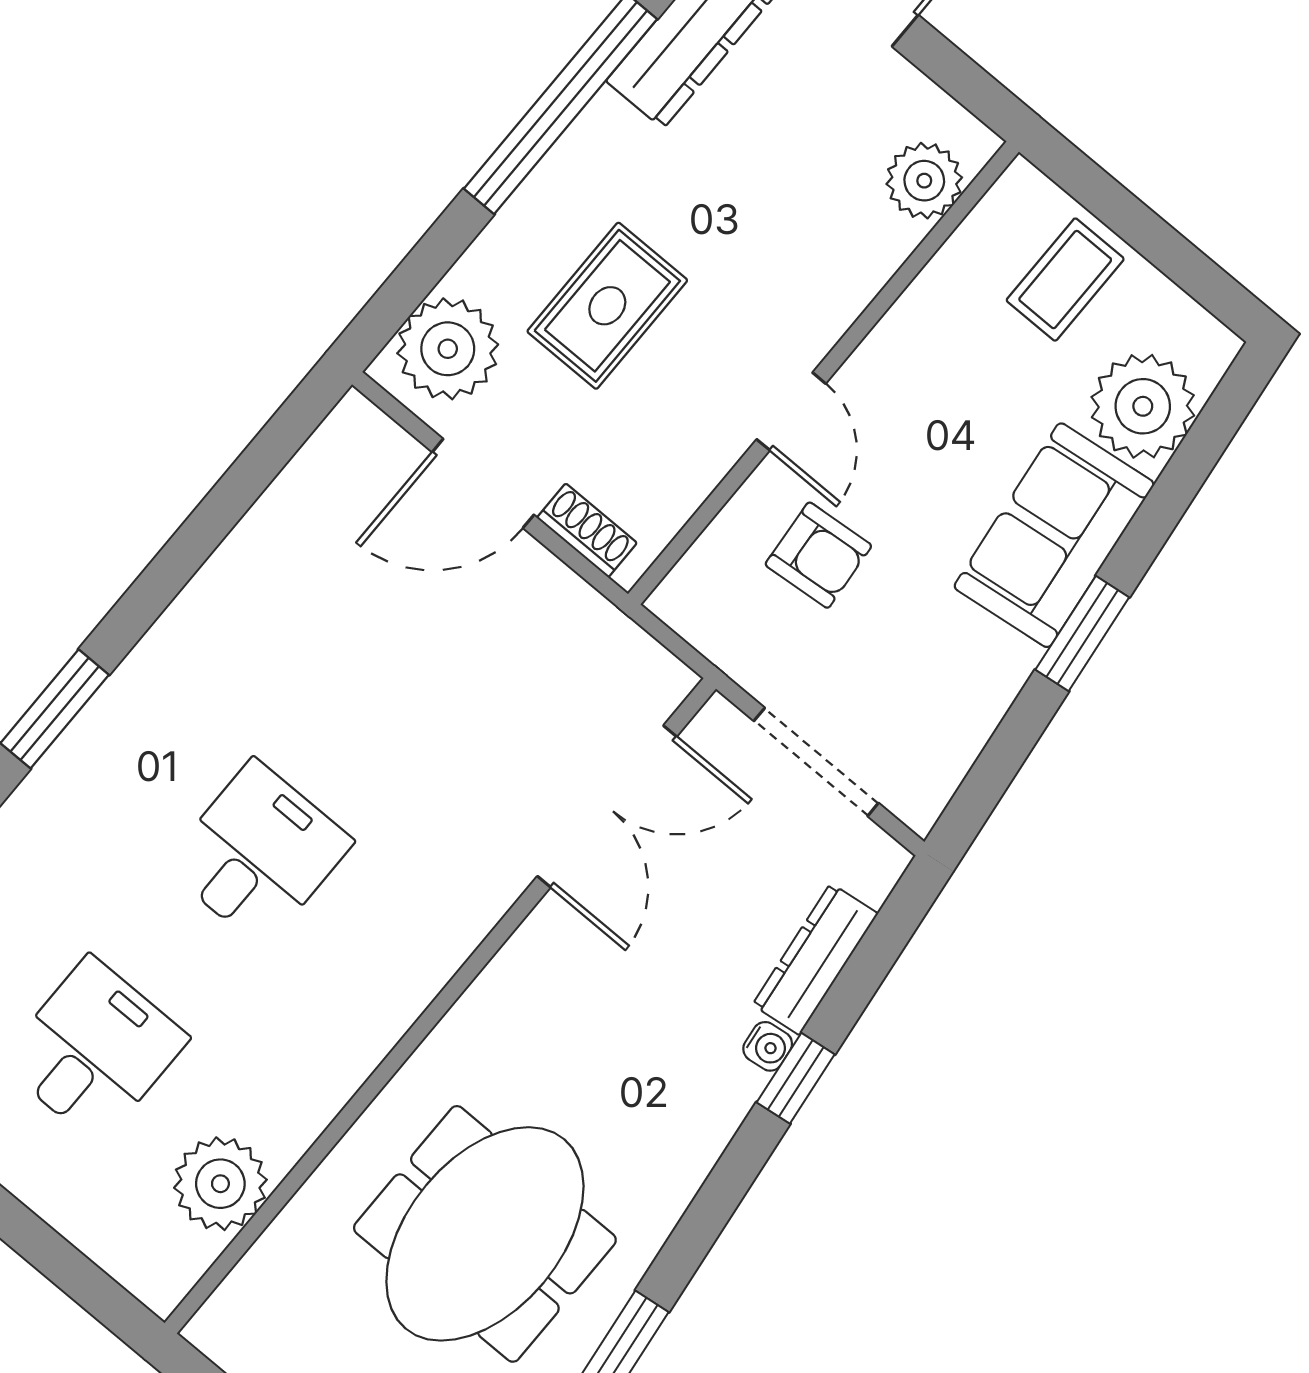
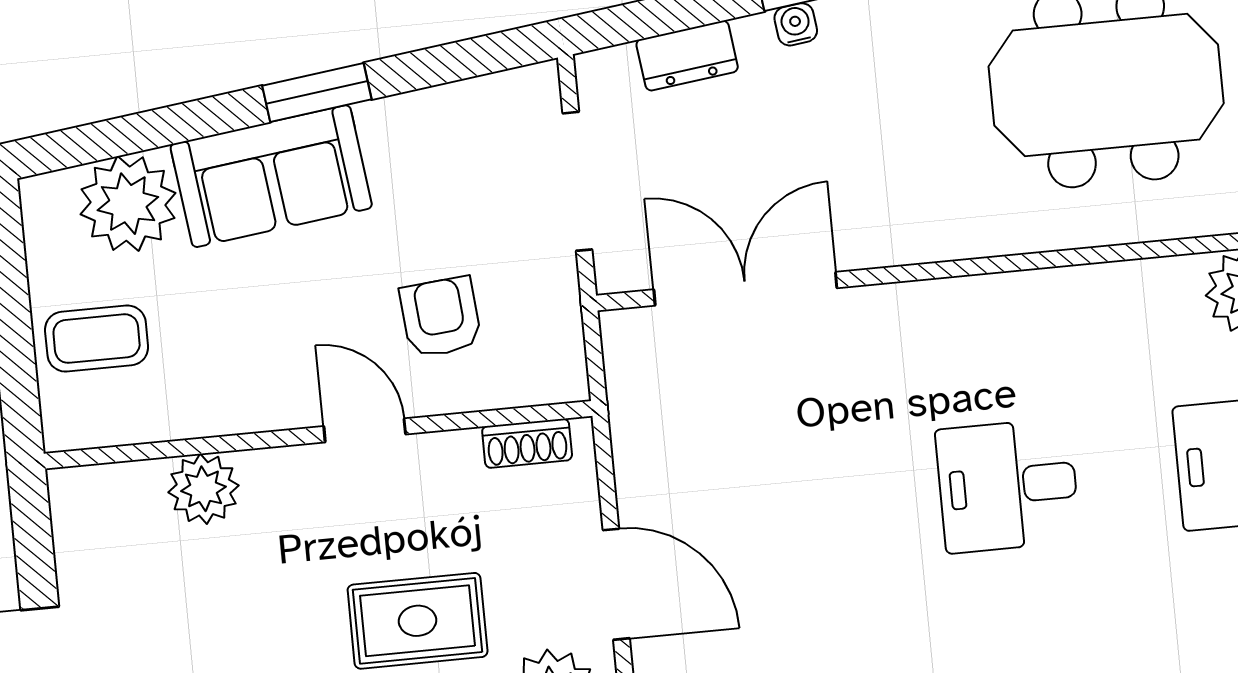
plant: (924, 181) -> (203, 489), moved
door: (791, 411) -> (365, 430), hinge flipped
shoe rack: (587, 530) -> (527, 443), moved, turned -90
dresser: (815, 959) -> (687, 56), width x0.70

